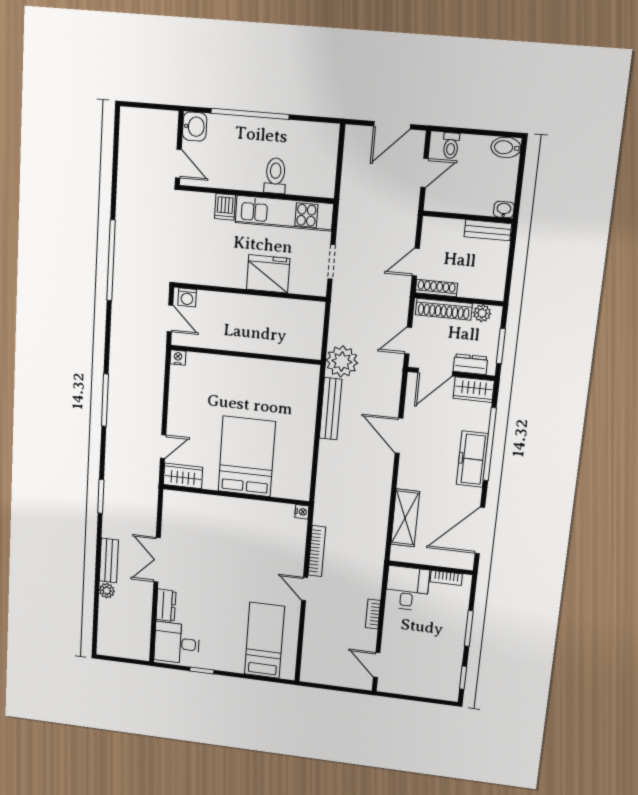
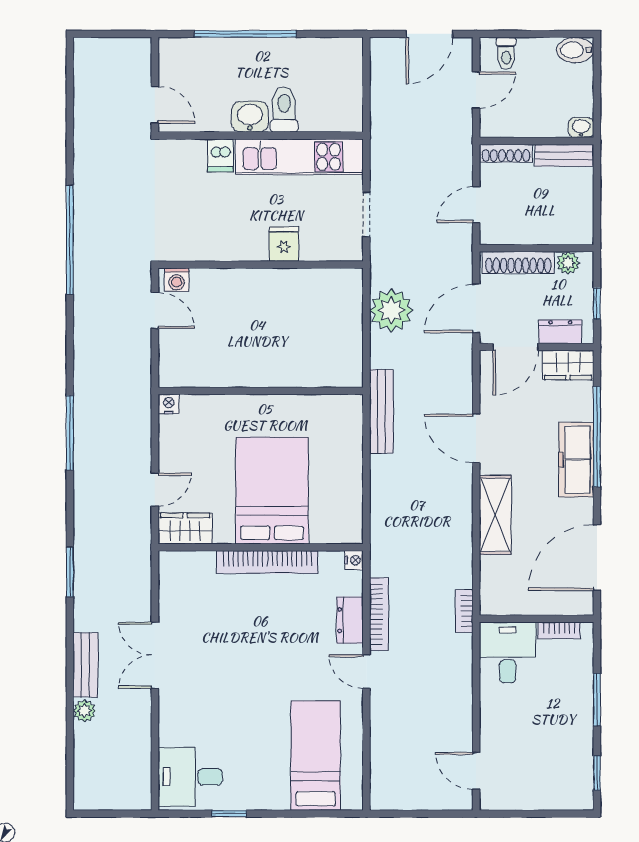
washbasin: (195, 127) -> (250, 117), moved, turned -90
fridge: (268, 274) -> (284, 244), width x0.53, depth x0.75
shoe rack: (436, 288) -> (506, 153), moved, turned 180
door: (408, 341) -> (476, 309), width x1.38
window: (501, 346) -> (597, 304), width x0.67
wall: (245, 355) -> (261, 391), moved
nightstand: (178, 358) -> (169, 404), moved
plant: (342, 361) -> (391, 310), moved
bookcase: (240, 506) -> (267, 562), added
shelving: (405, 518) -> (495, 515), moved
dresser: (166, 605) -> (350, 620), moved, turned 180
bookcase: (373, 614) -> (464, 611), moved

